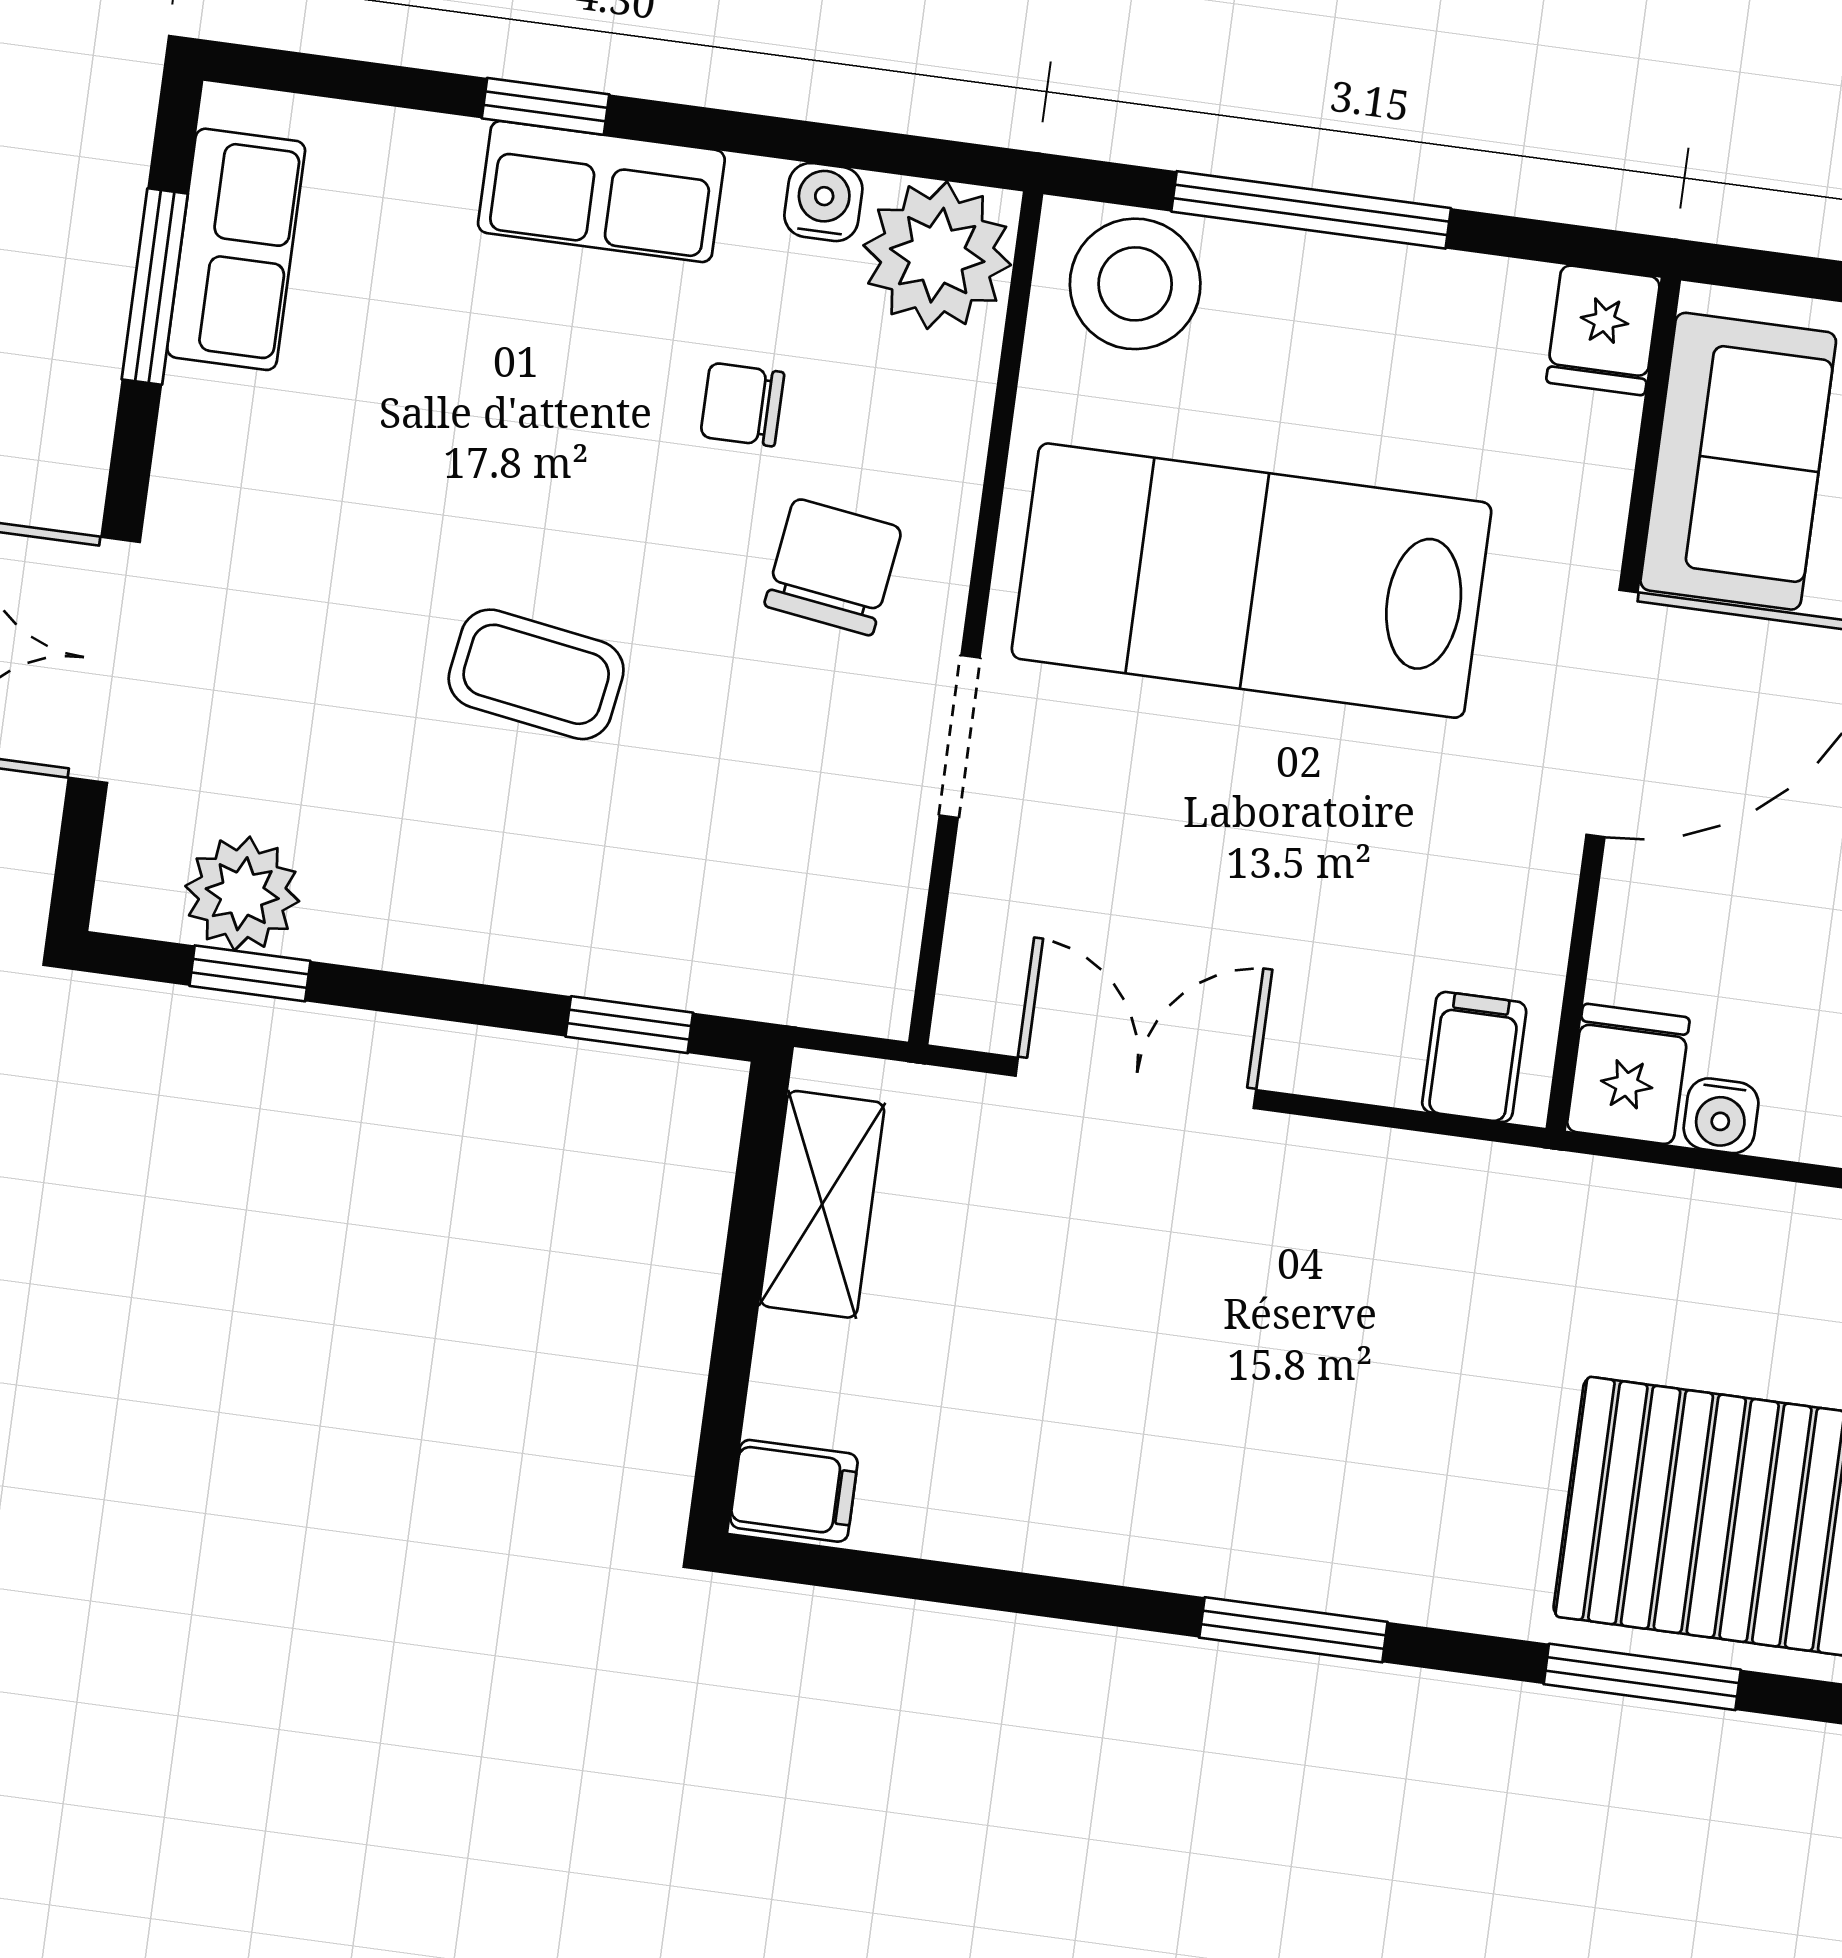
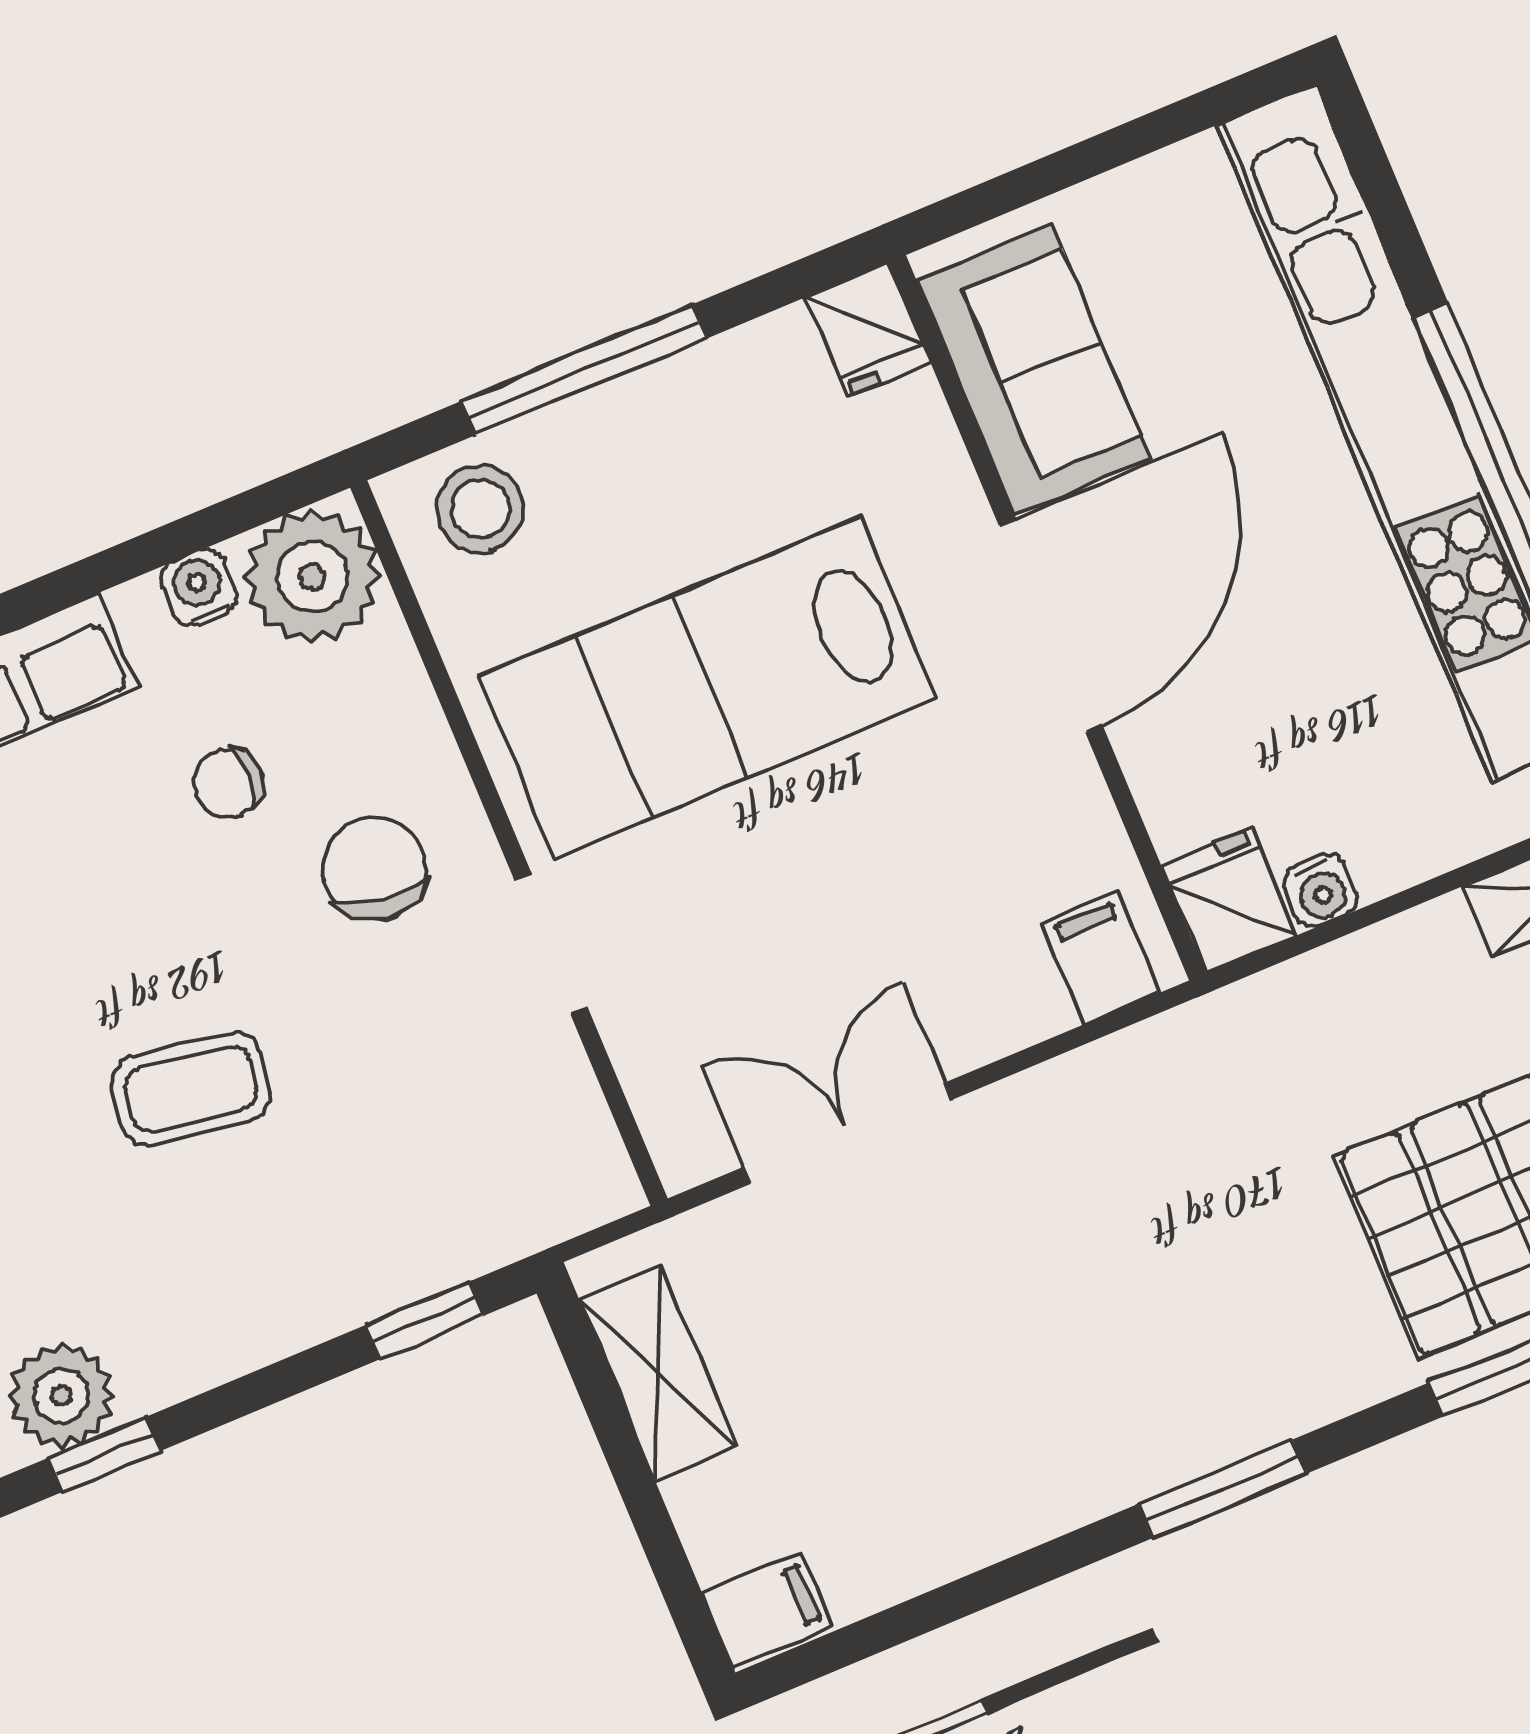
stool: (1135, 284) -> (480, 508), width x0.73, depth x0.73

